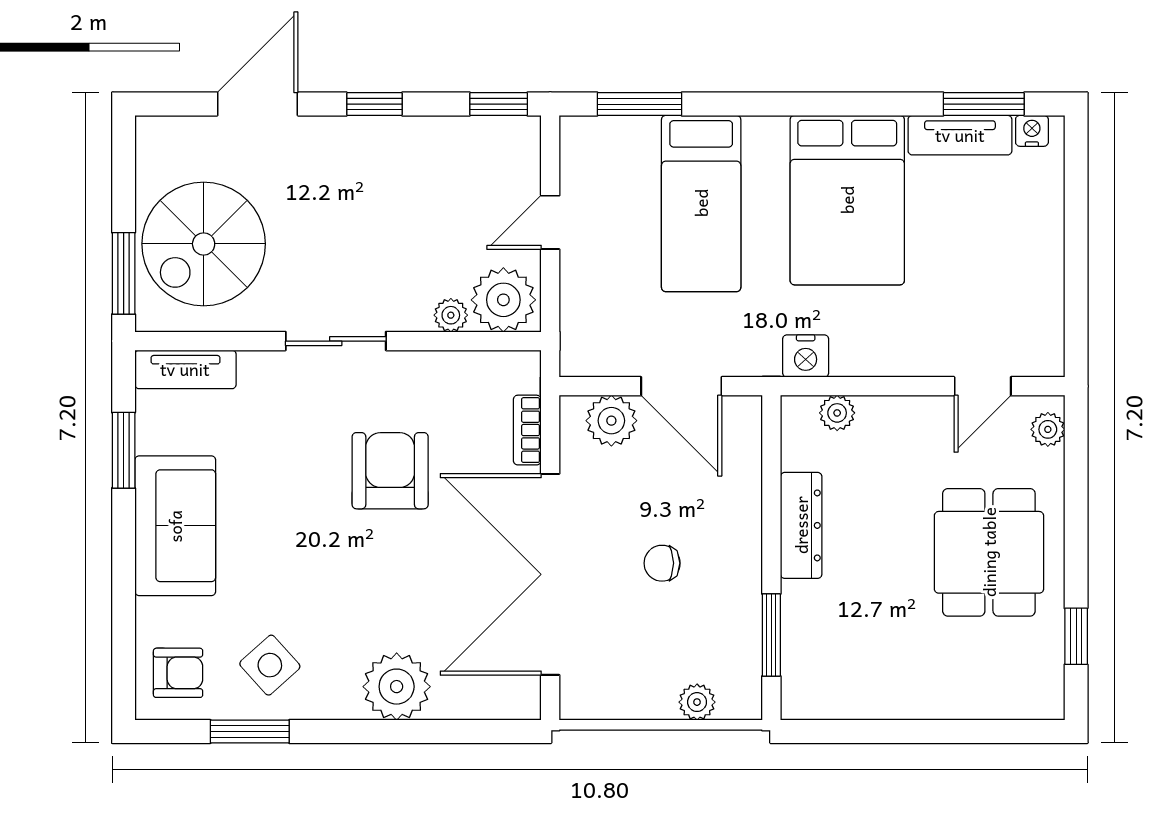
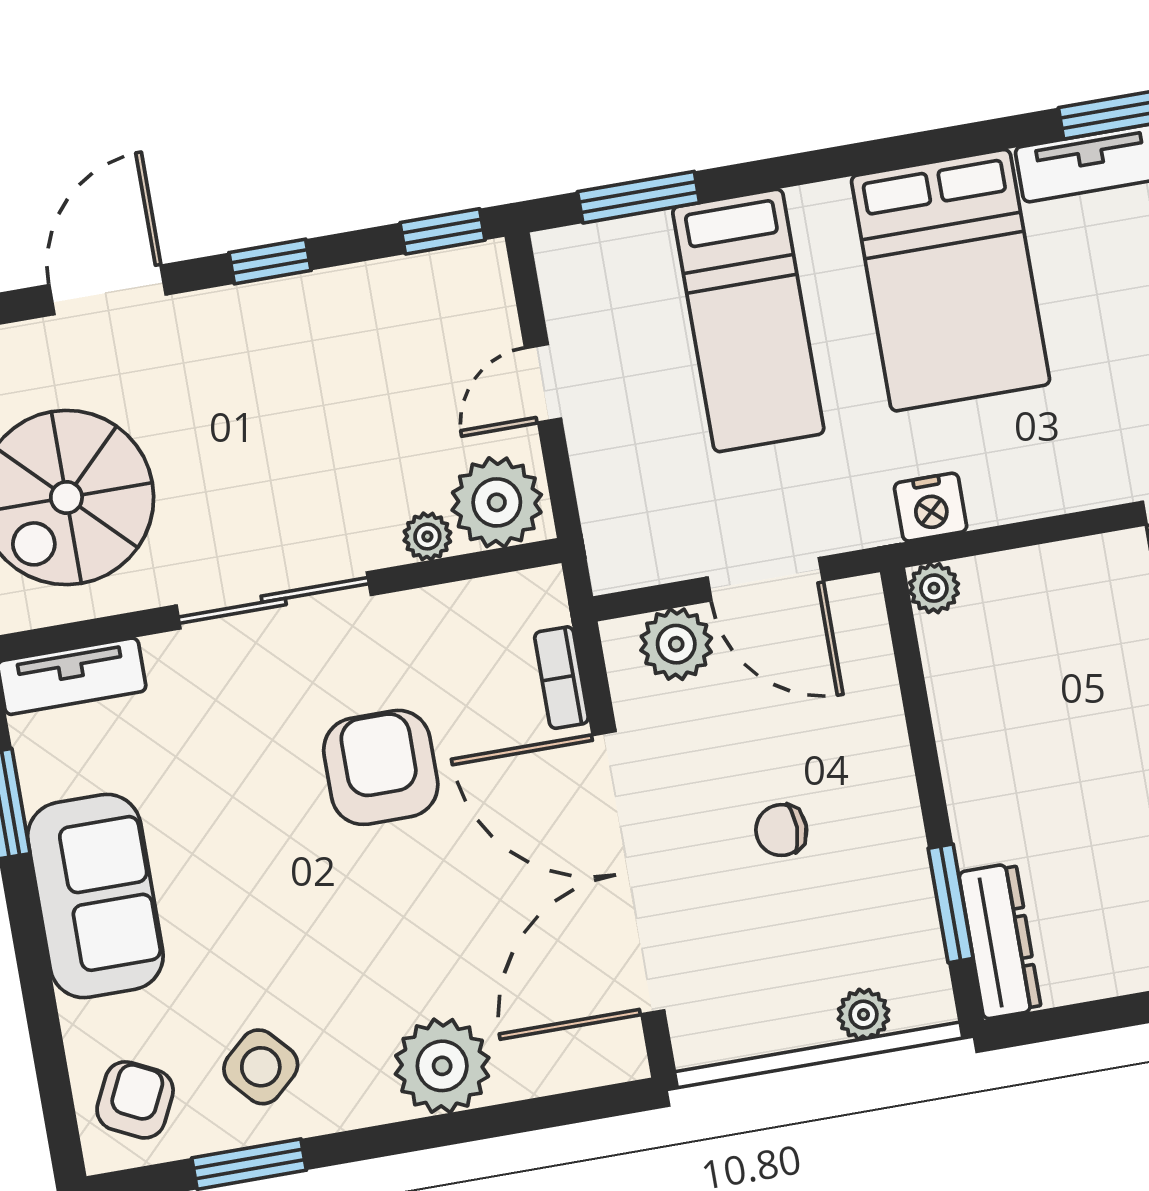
sliding door: (336, 341) -> (274, 600), width x1.37
plant: (837, 413) -> (934, 588), moved
dresser: (801, 525) -> (1000, 941), moved
armchair: (178, 673) -> (135, 1100), turned -64

